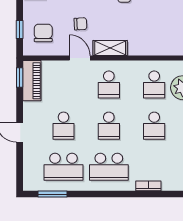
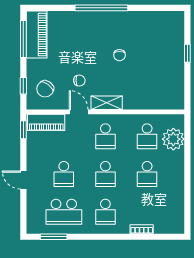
chair: (43, 33) -> (45, 89), turned -142
piano: (32, 81) -> (46, 122), moved, turned 90
school desk: (109, 167) -> (105, 212), width x0.54

